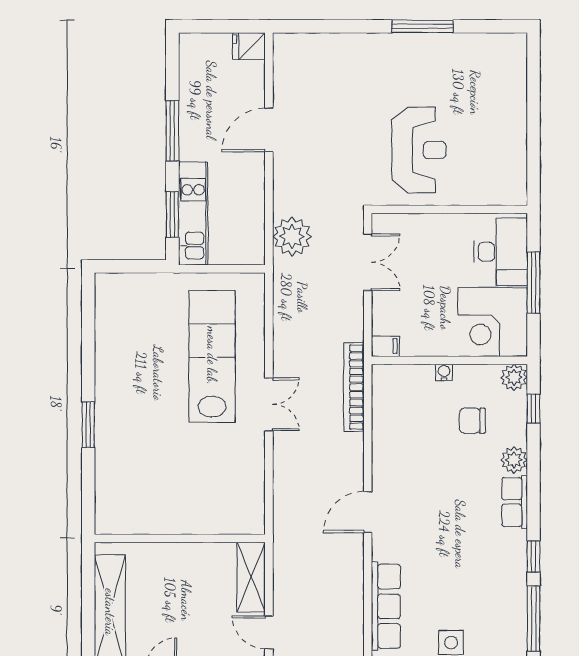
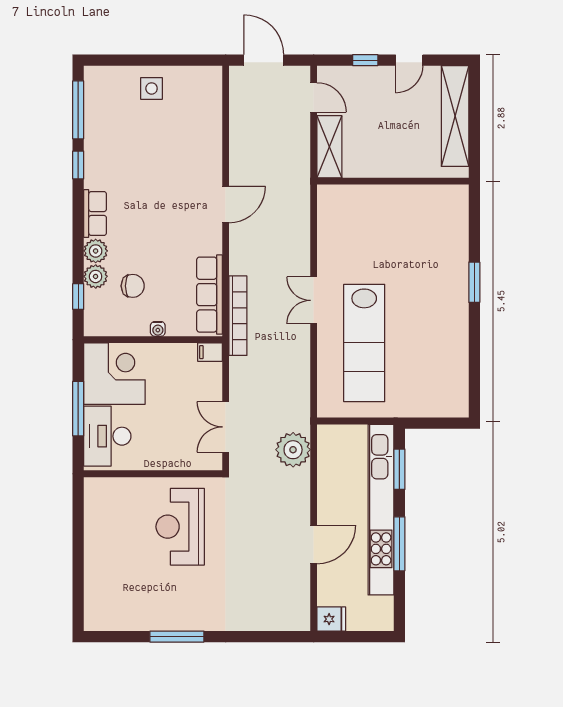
kitchen unit: (193, 213) -> (381, 510), width x1.86
plant: (514, 377) -> (96, 276), moved
row of seats: (386, 606) -> (210, 295), moved

